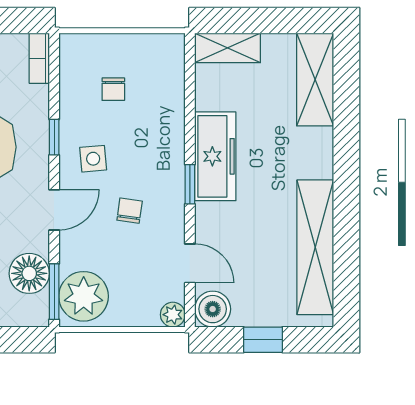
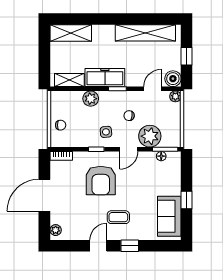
shelving: (228, 48) -> (69, 80), moved, turned 90
chair: (113, 89) -> (61, 125), moved
plant: (168, 124) -> (91, 99), added
door: (54, 210) -> (129, 149), swing flipped
floor lamp: (29, 273) -> (161, 156), width x0.53, depth x0.53
plant: (84, 296) -> (150, 136), moved

